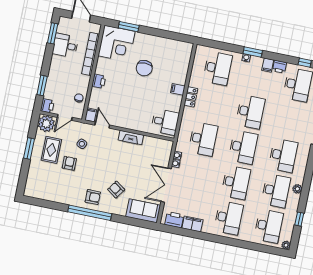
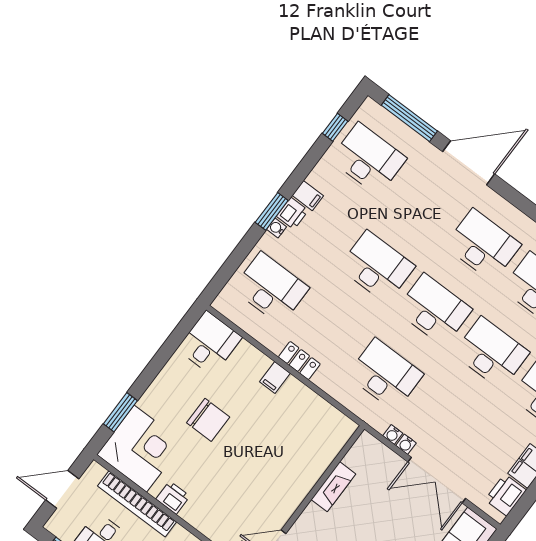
printer: (279, 67) -> (292, 213), moved
printer: (99, 81) -> (173, 498), moved
desk: (165, 122) -> (209, 343), moved
fireplace: (131, 138) -> (333, 487), moved

